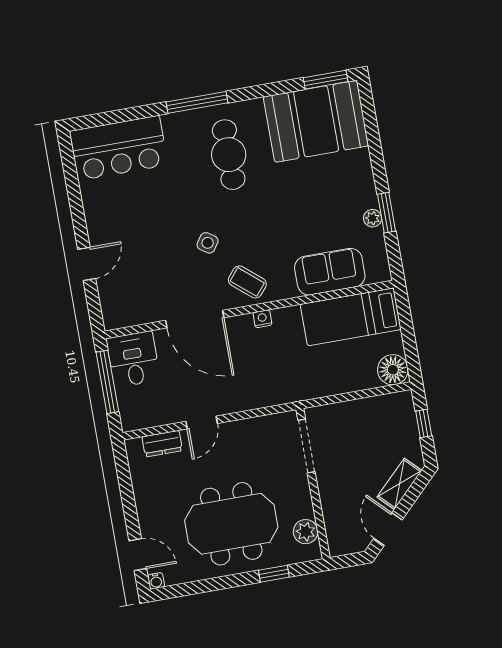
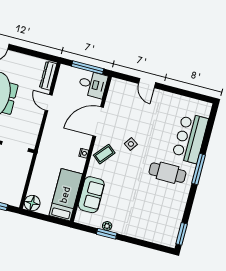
booth: (316, 121) -> (164, 220), removed
bar counter: (119, 148) -> (190, 138), moved
dresser: (162, 444) -> (48, 76), width x1.44

